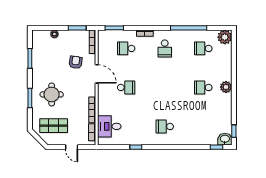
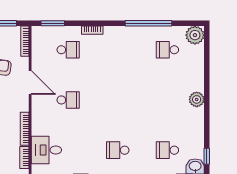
school desk: (126, 48) -> (68, 50), turned 180
school desk: (165, 48) -> (118, 50), removed
school desk: (203, 87) -> (167, 150), moved

